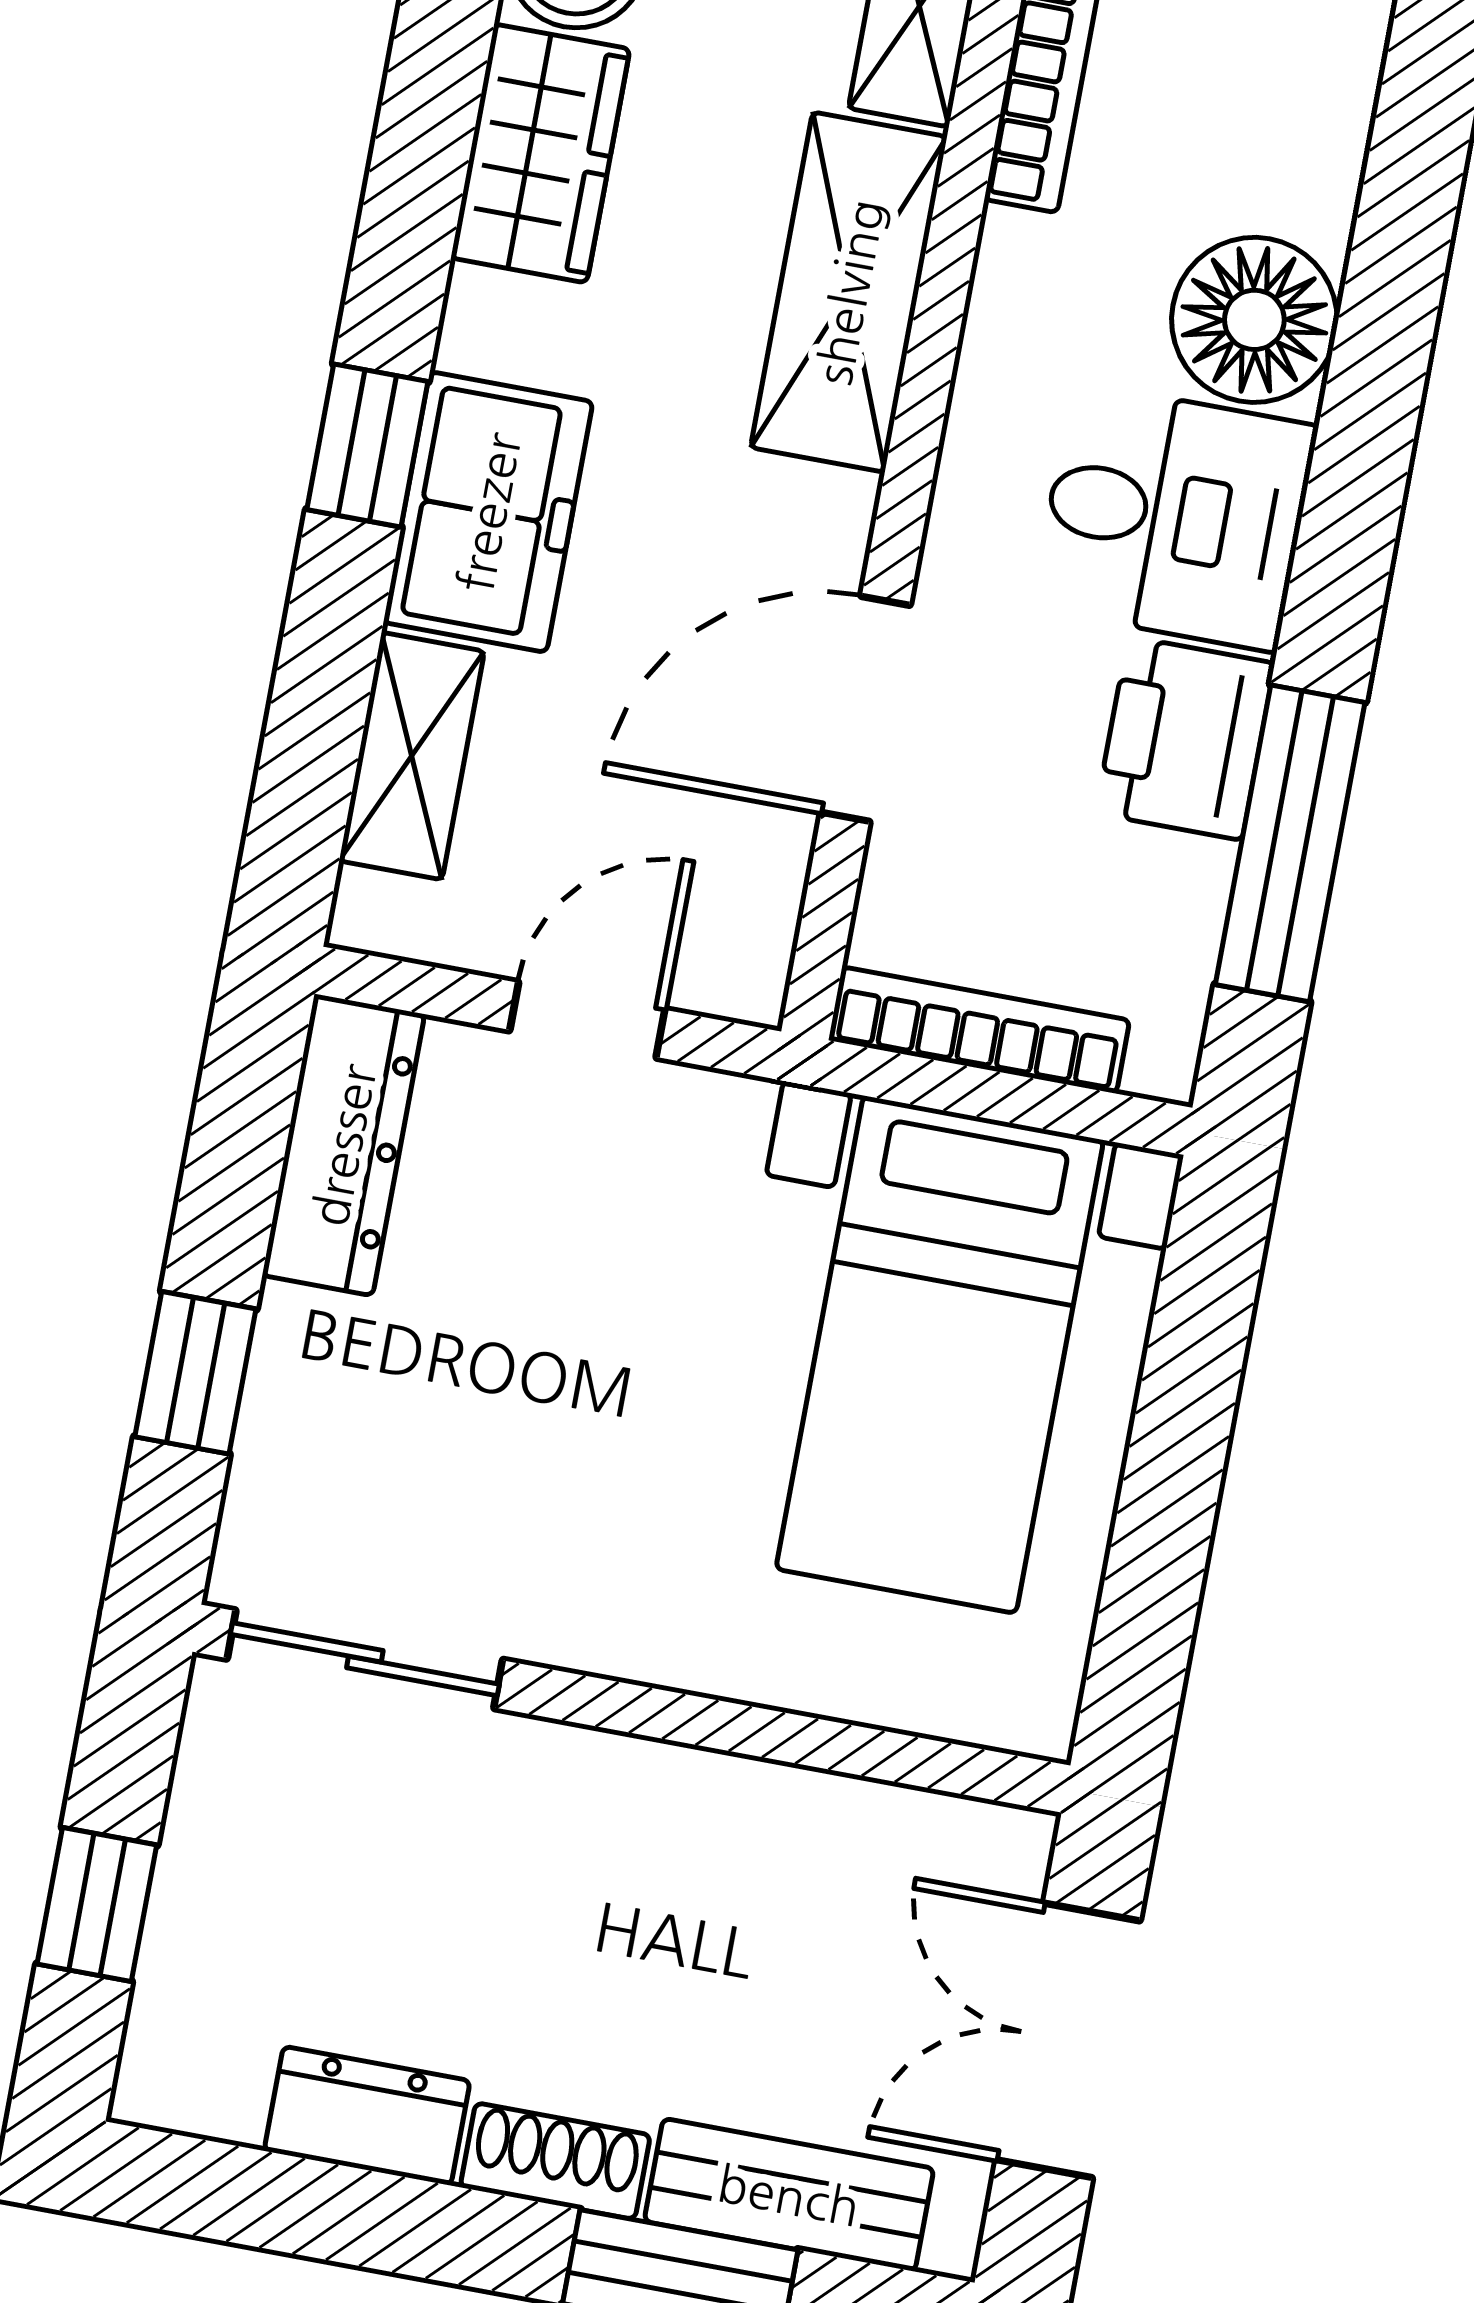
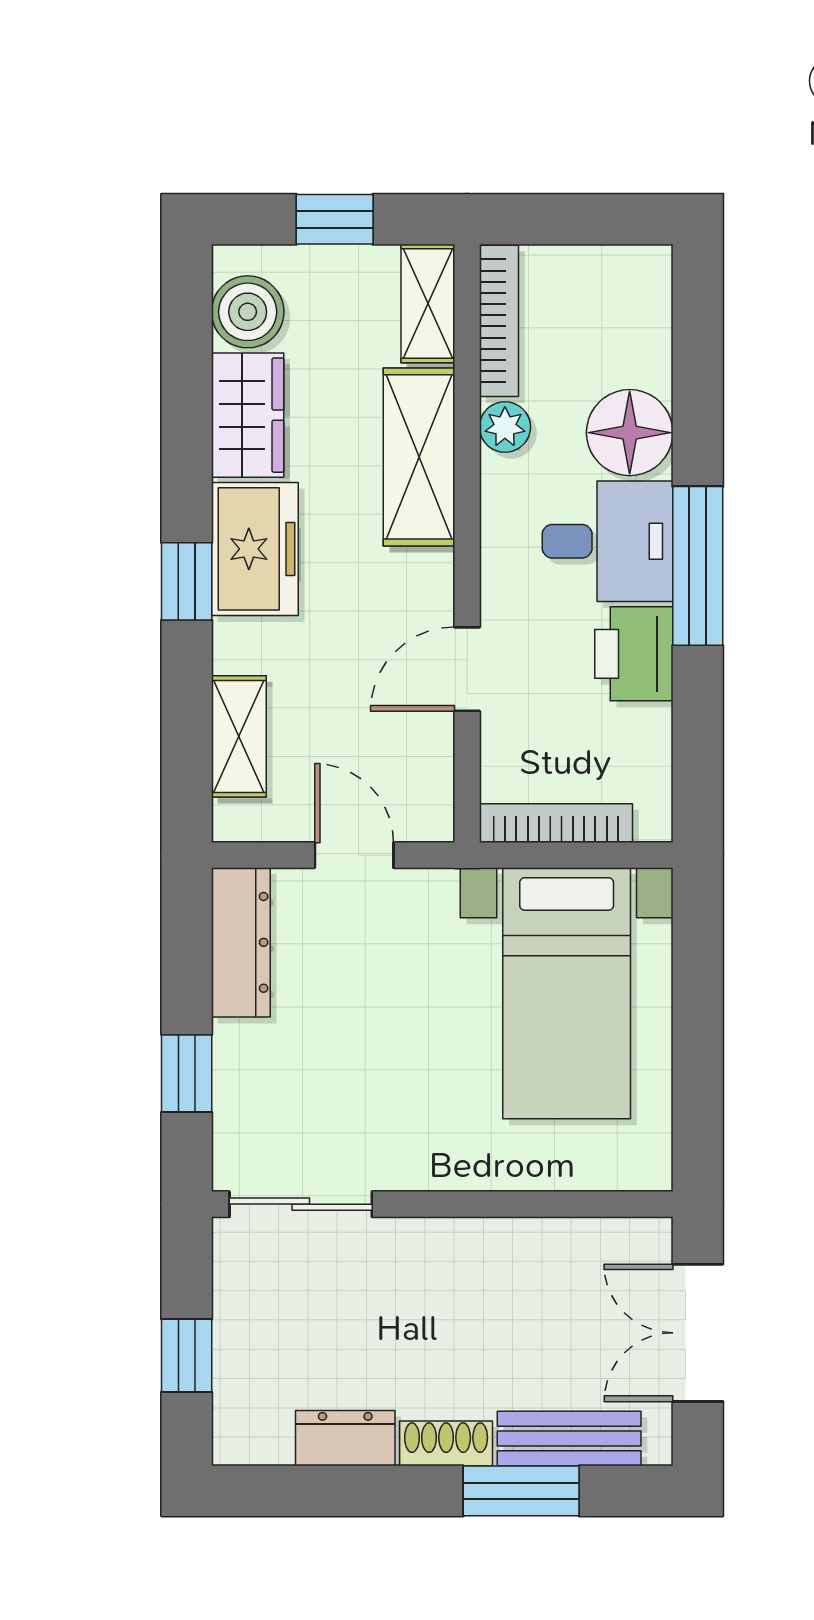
plant: (1021, 266) -> (505, 427), added
freezer: (488, 512) -> (255, 549), moved
door: (865, 709) -> (467, 669), width x0.73
window: (1290, 843) -> (698, 566), moved
door: (587, 1020) -> (354, 855), hinge flipped

